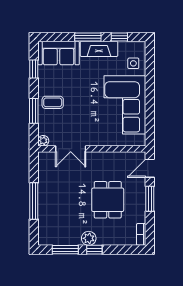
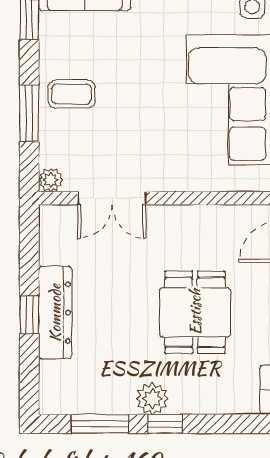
dresser: (45, 200) -> (55, 313), added
window: (34, 201) -> (29, 315), width x0.46

